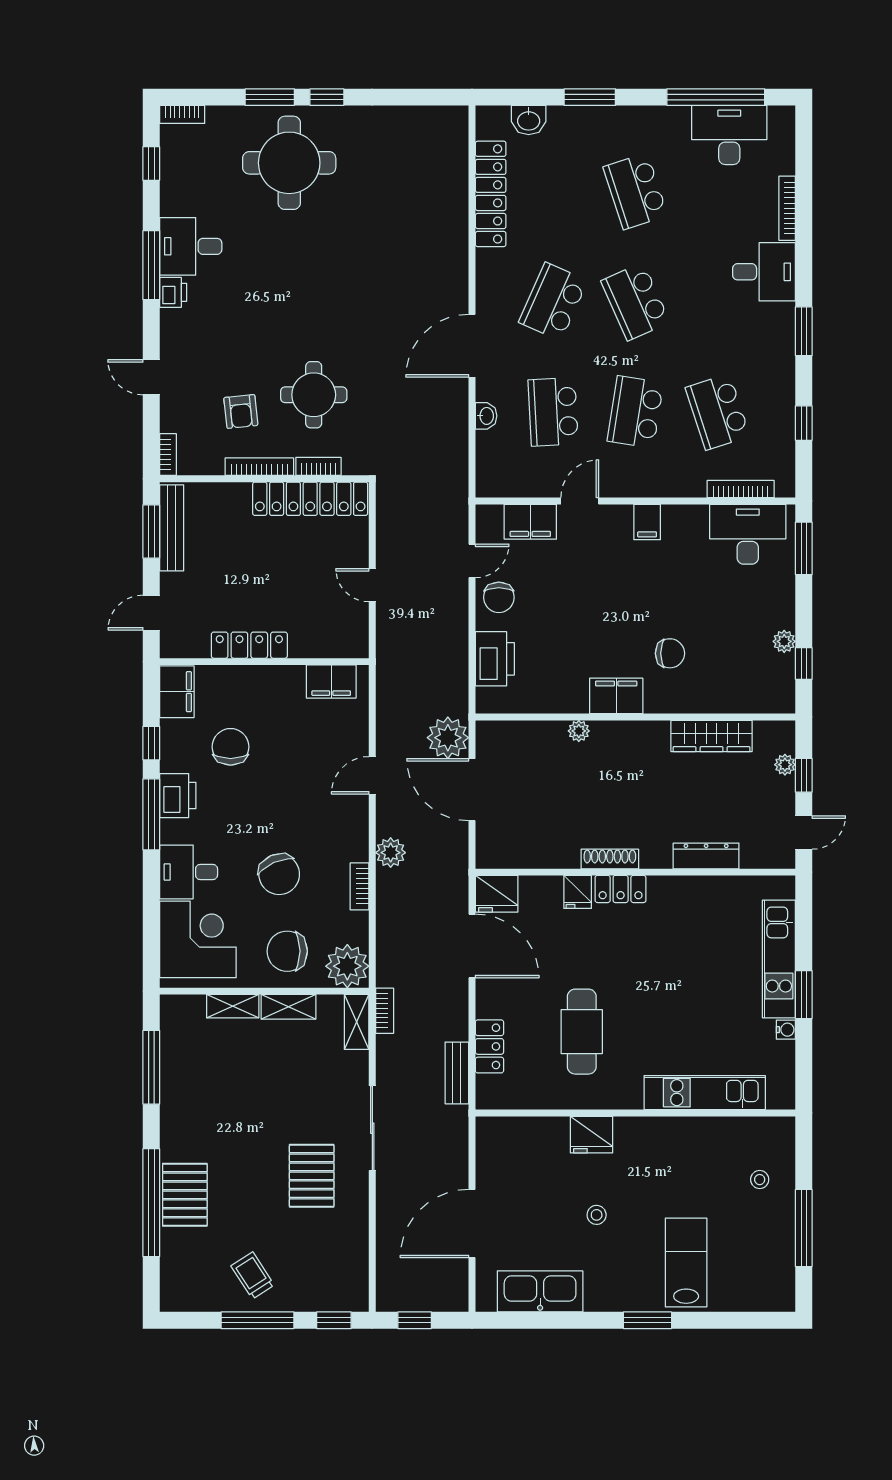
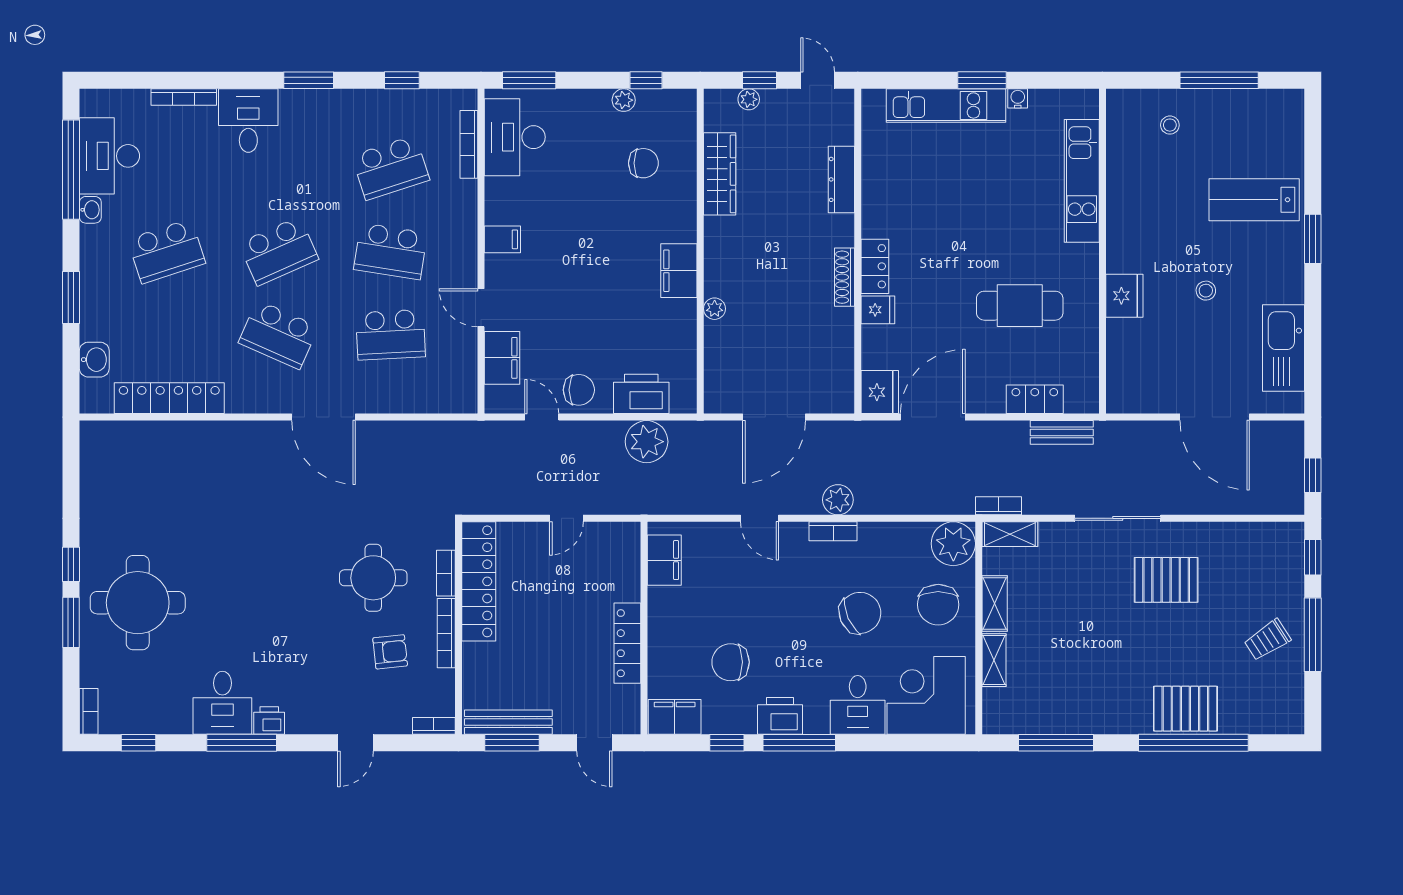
washbasin: (486, 416) -> (90, 210), moved, turned 90
chair: (670, 653) -> (643, 163), moved, turned 90
plant: (448, 738) -> (647, 442), moved
bookcase: (360, 886) -> (833, 531), moved

